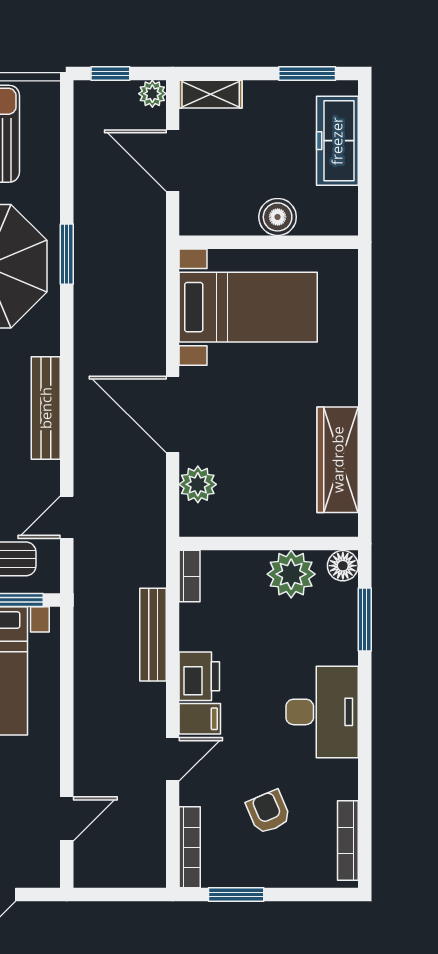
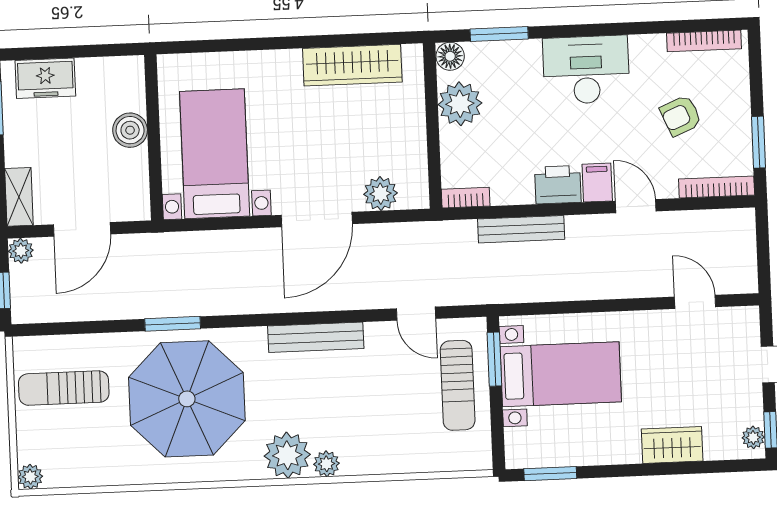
freezer: (337, 141) -> (45, 78), width x0.71

